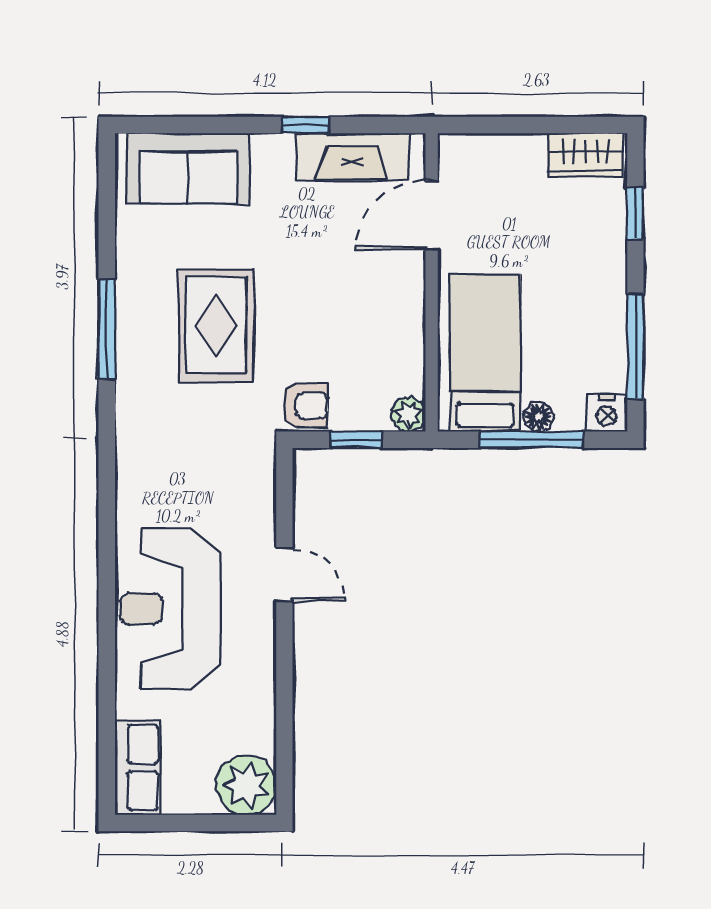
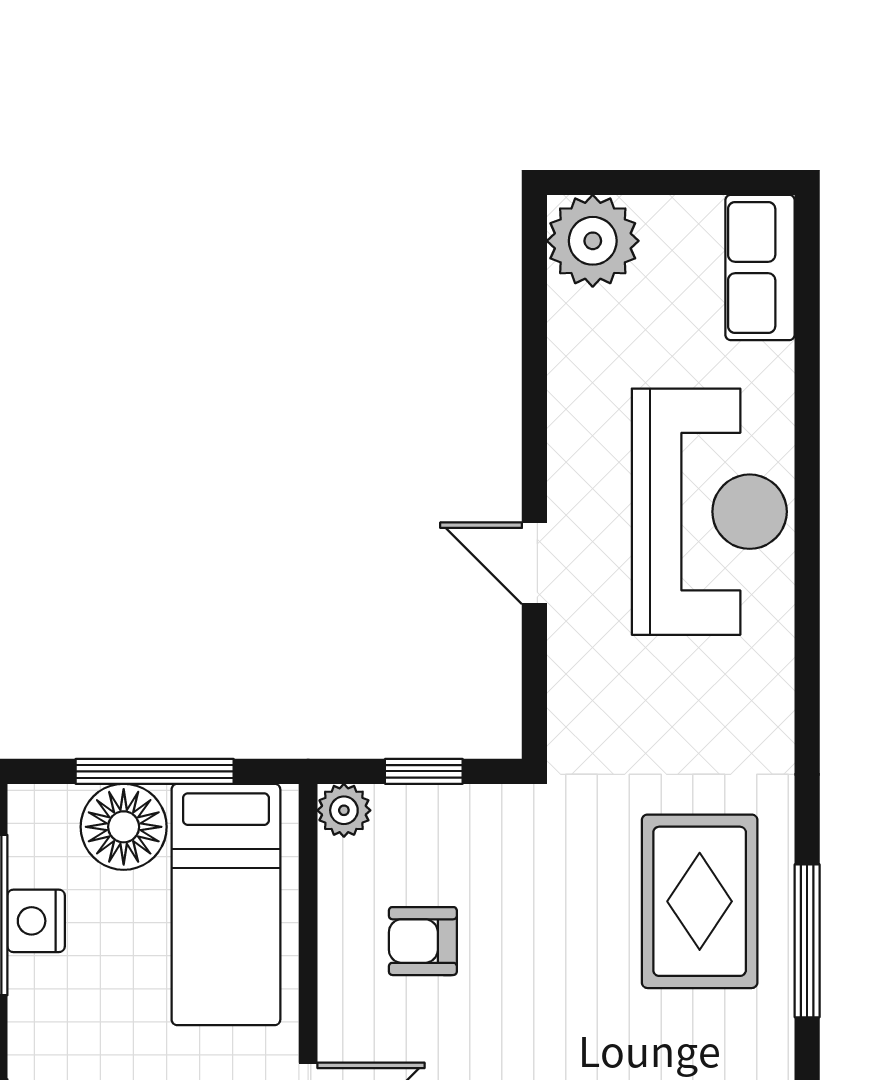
rug: (216, 325) -> (700, 901), moved
armchair: (305, 406) -> (423, 941), moved
nightstand: (607, 413) -> (36, 921), moved, turned -90
floor lamp: (539, 417) -> (124, 827), width x1.89, depth x1.89

